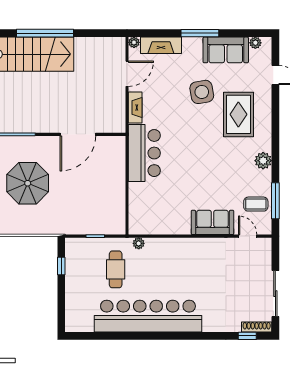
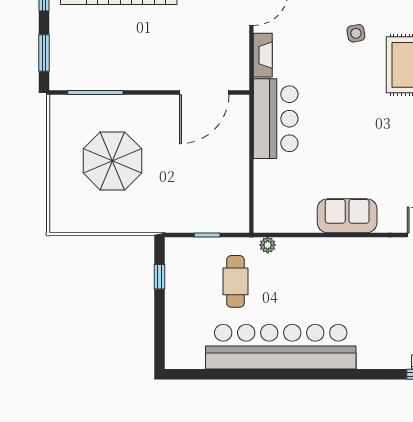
side table: (202, 92) -> (356, 33), width x0.54, depth x0.54
door: (78, 134) -> (204, 93), moved
sofa: (212, 222) -> (347, 216), moved

